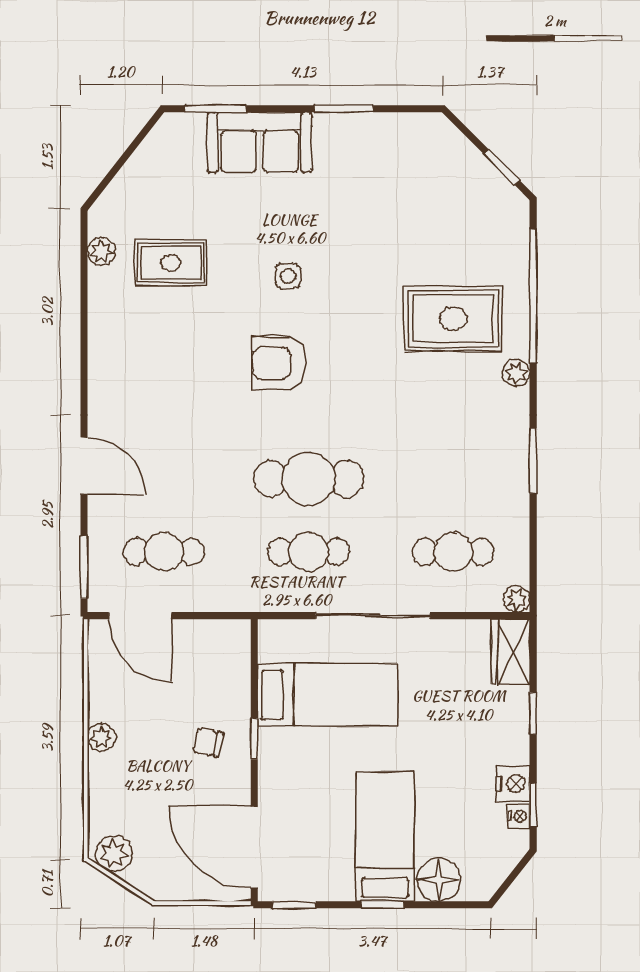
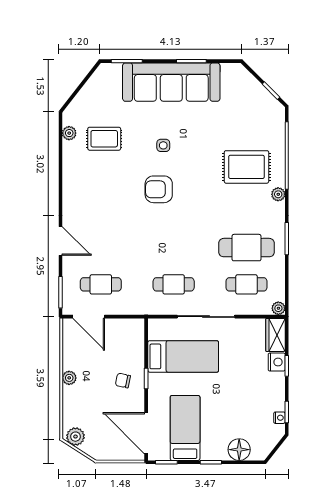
sofa: (260, 142) -> (171, 82), width x1.85, depth x1.27
cafe table: (309, 479) -> (246, 248), moved
nightstand: (513, 784) -> (277, 362), moved
bed: (385, 837) -> (185, 428), moved

